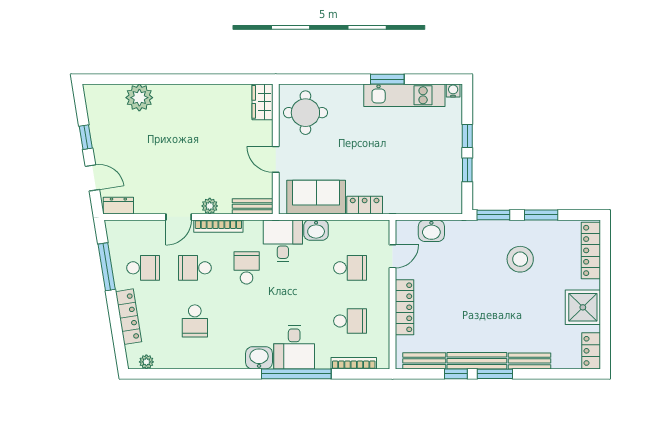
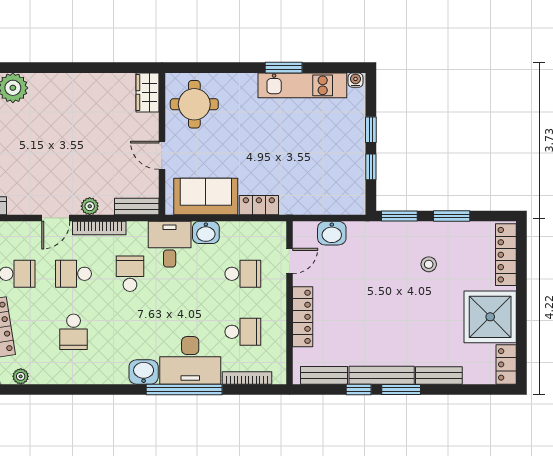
stool: (520, 259) -> (429, 264), width x0.53, depth x0.53
shower: (583, 307) -> (490, 317), width x1.37, depth x1.37
desk: (294, 347) -> (190, 360), width x1.37

